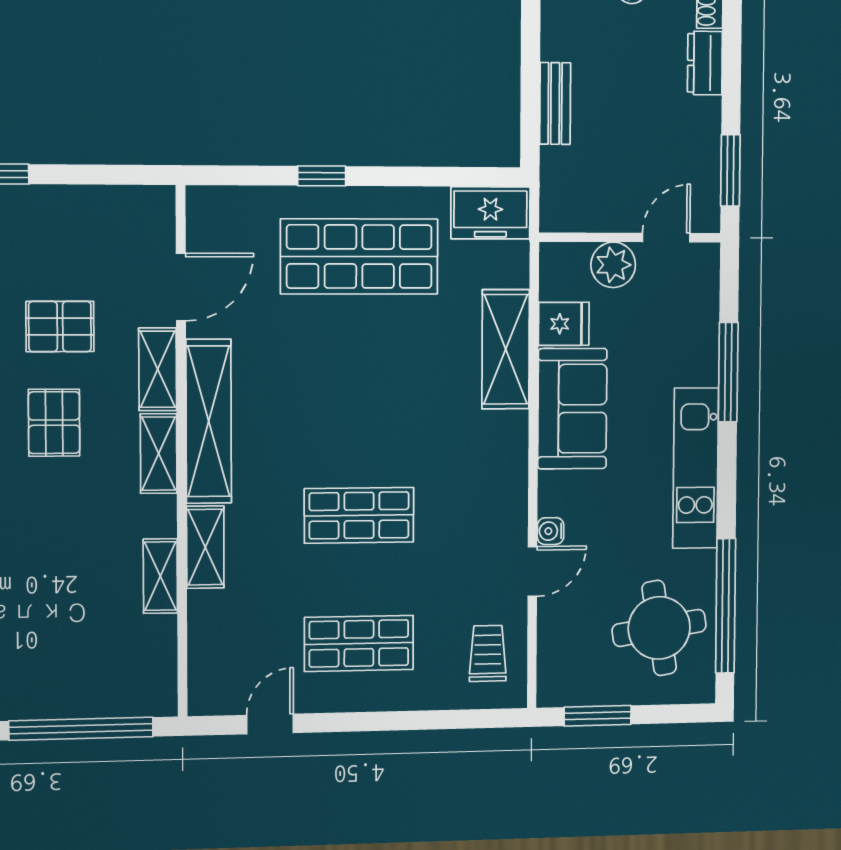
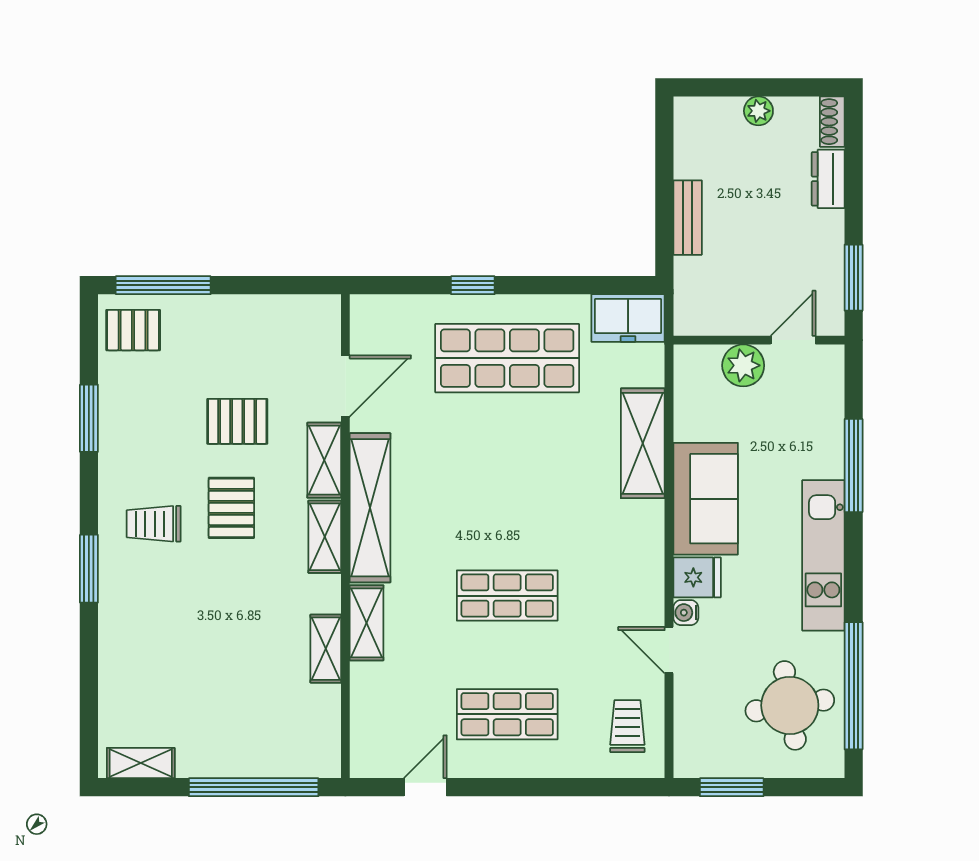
fridge: (564, 324) -> (697, 577), moved
door: (532, 572) -> (669, 650), swing flipped

